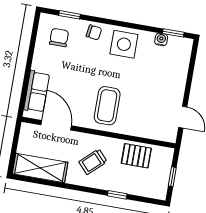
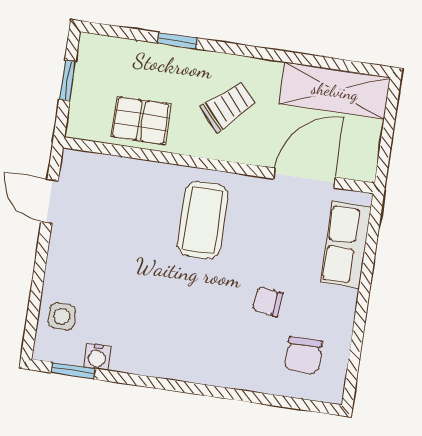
window: (69, 15) -> (284, 402), removed
chair: (94, 32) -> (268, 301), moved
side table: (124, 44) -> (62, 316), moved, width x0.54, depth x0.54
door: (56, 125) -> (304, 178), swing flipped

